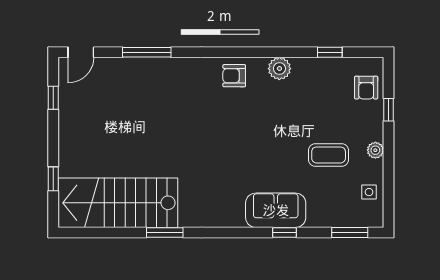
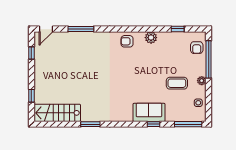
window: (388, 110) -> (209, 59), width x3.17
stairs: (118, 203) -> (57, 113), width x0.73, depth x0.66
window: (350, 233) -> (188, 124), width x1.44

